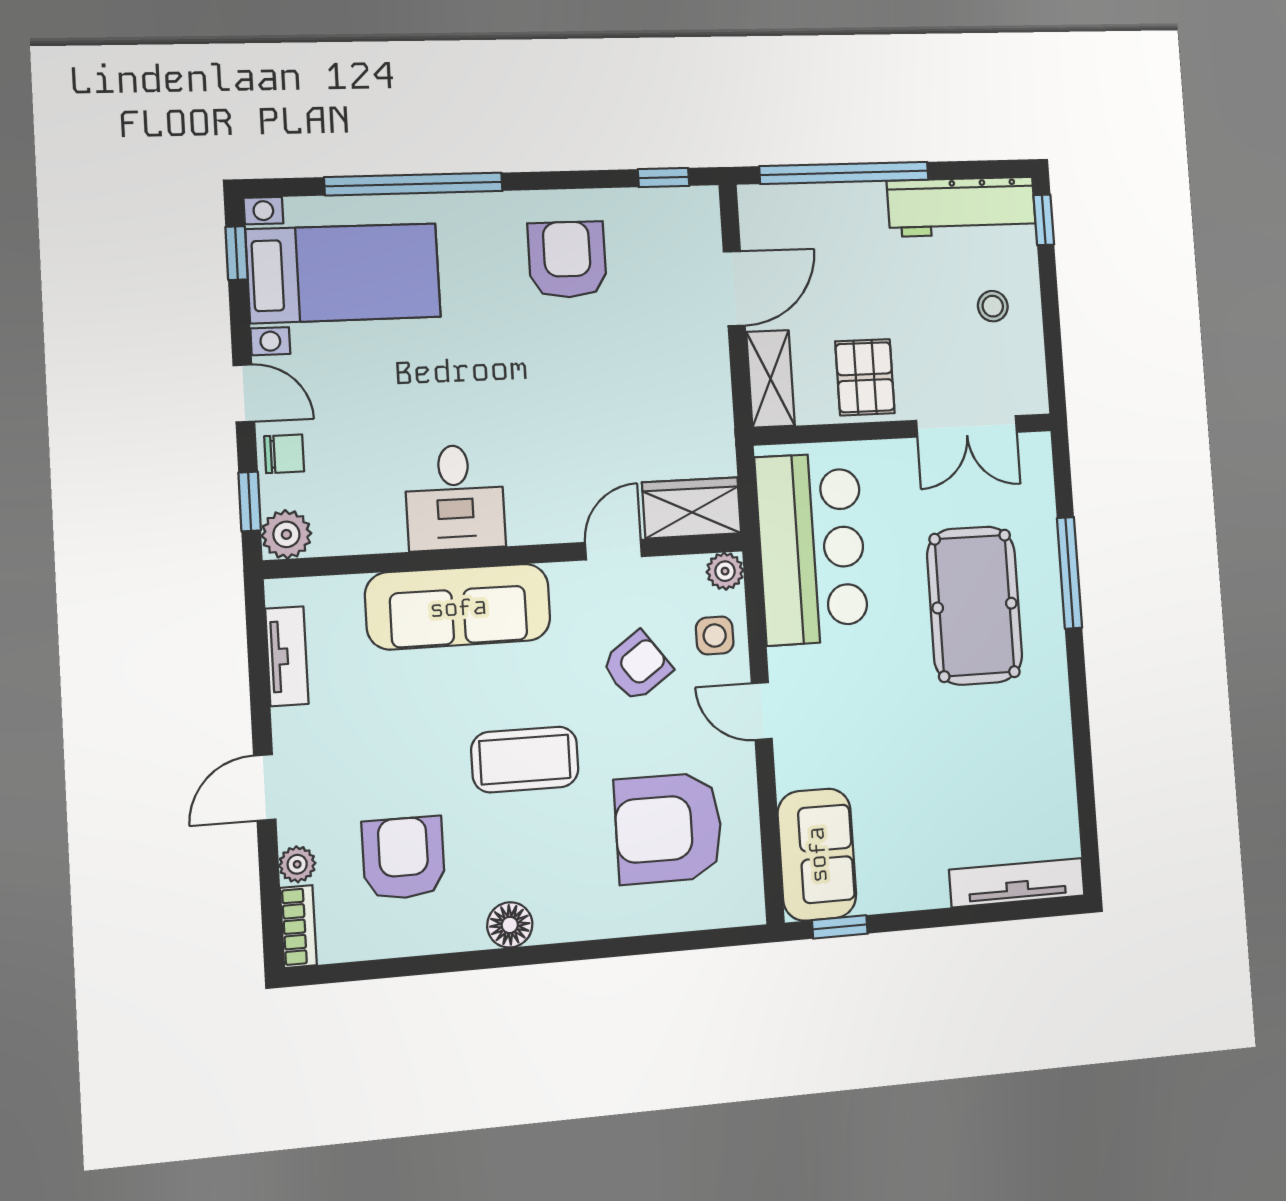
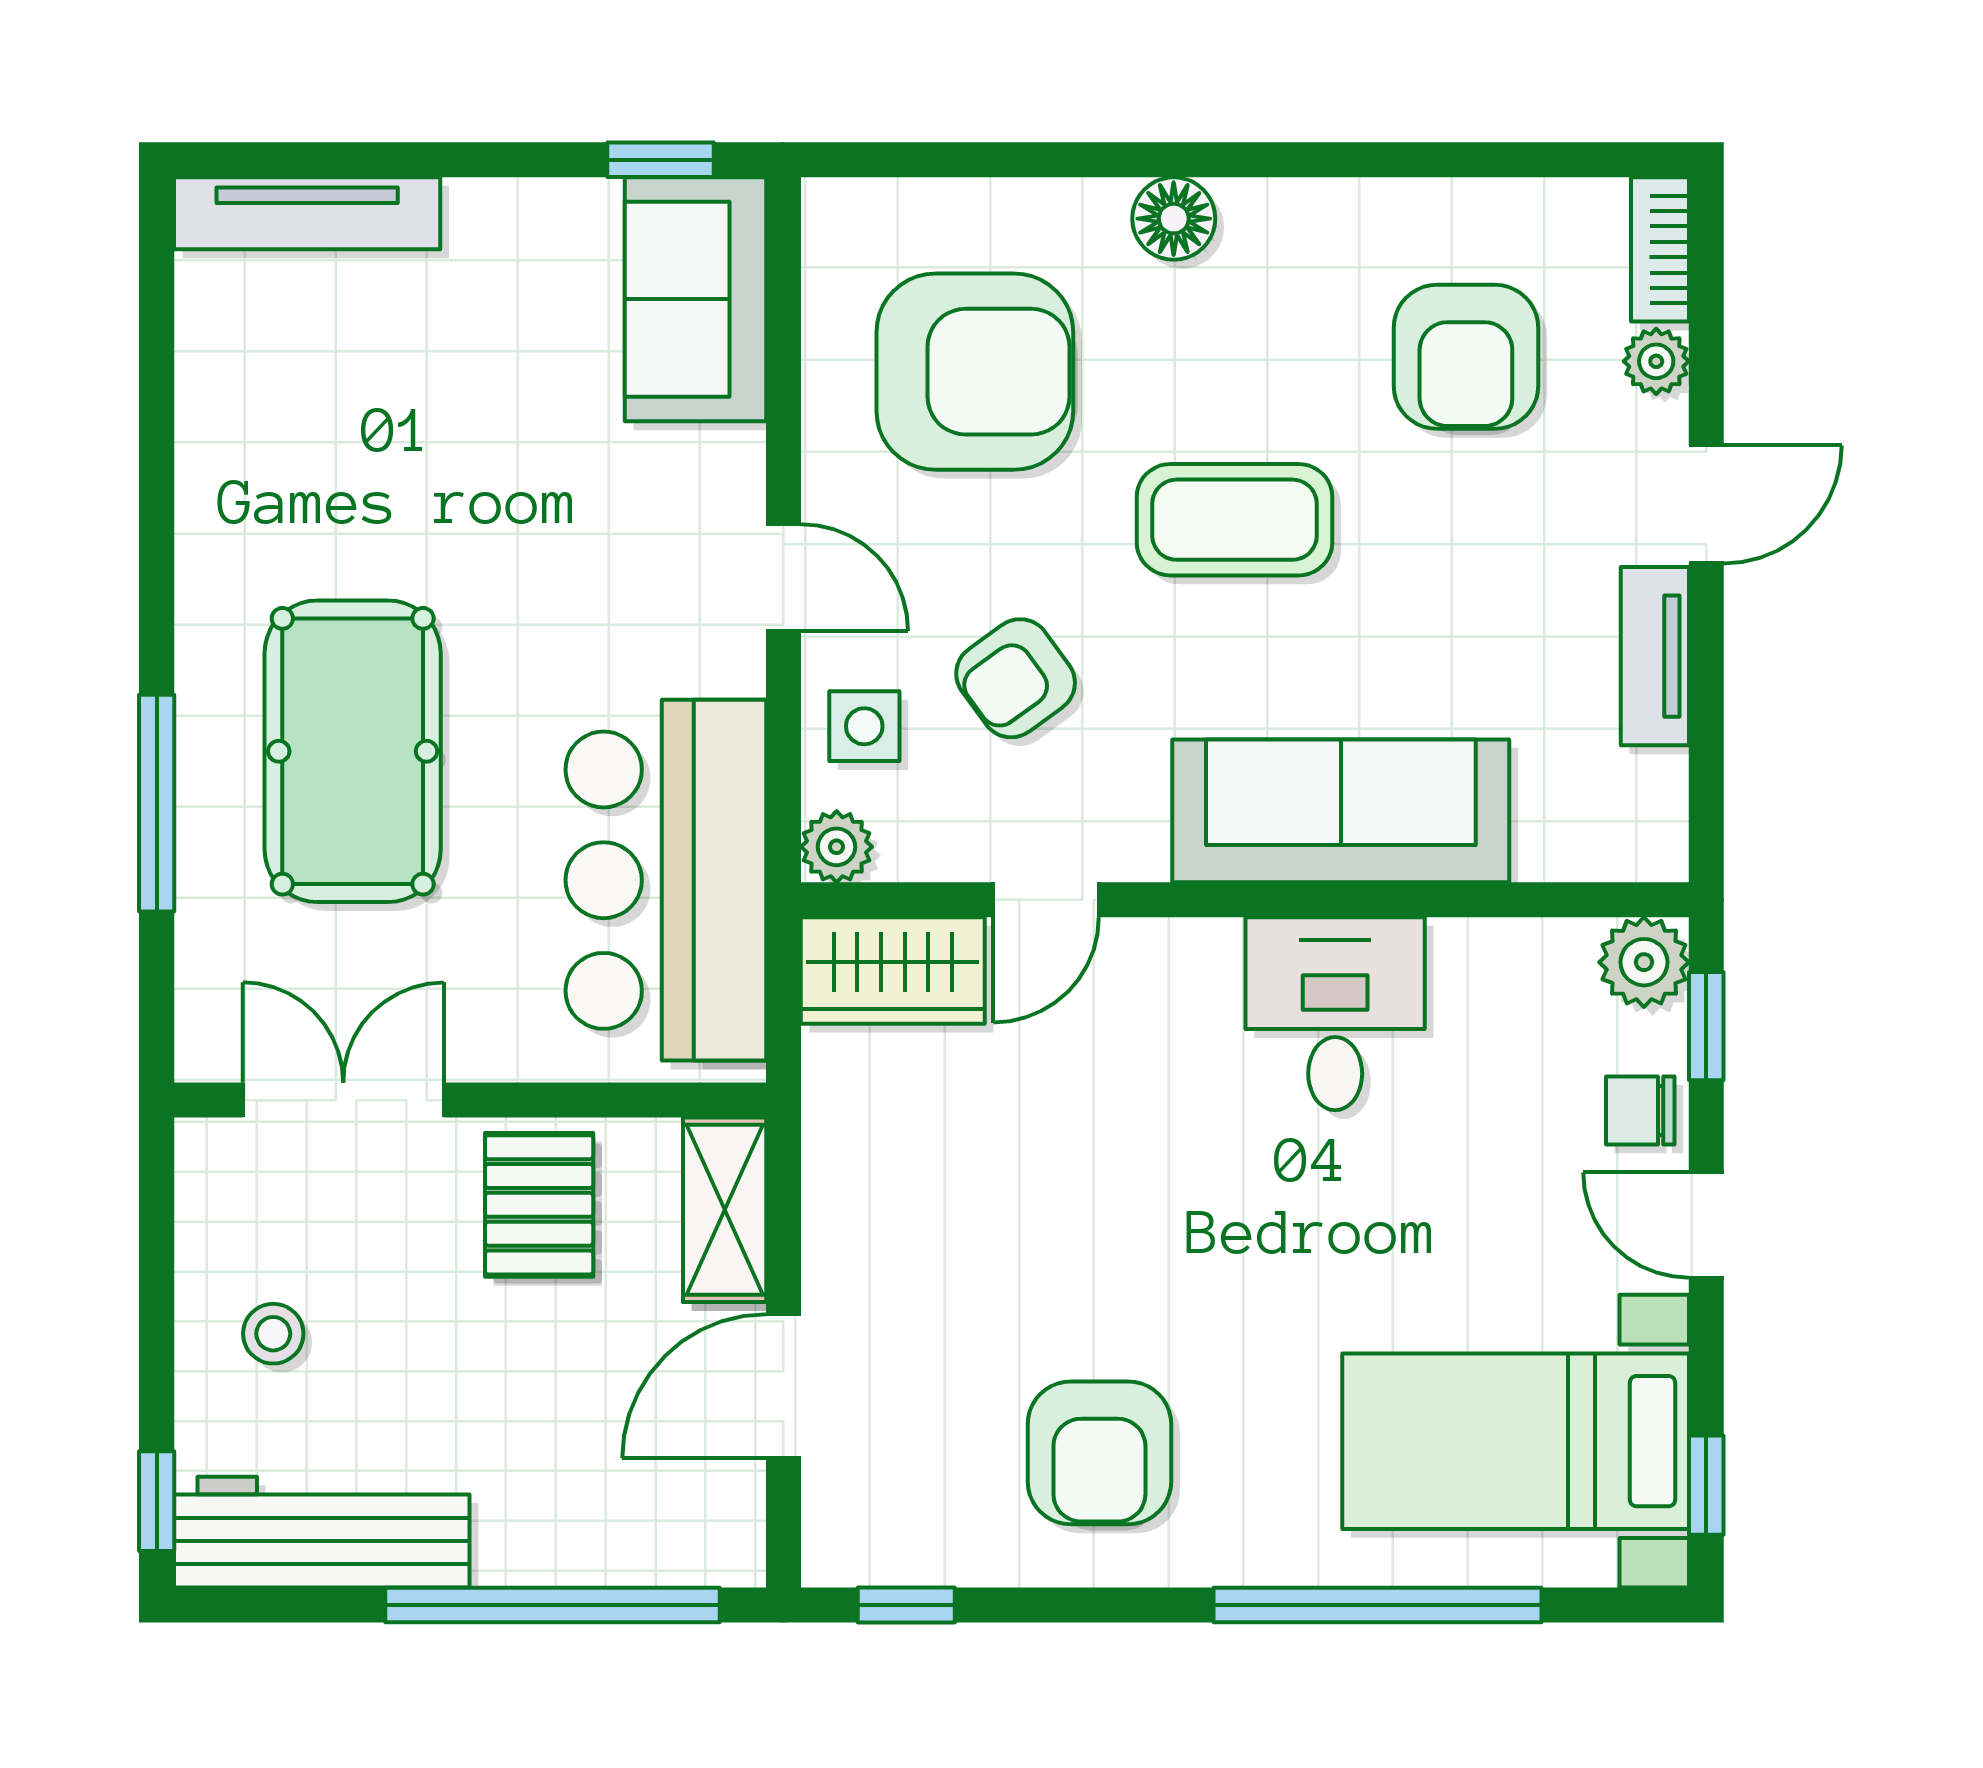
tv unit: (287, 656) -> (1655, 656), moved
floor lamp: (510, 925) -> (1174, 219), moved

